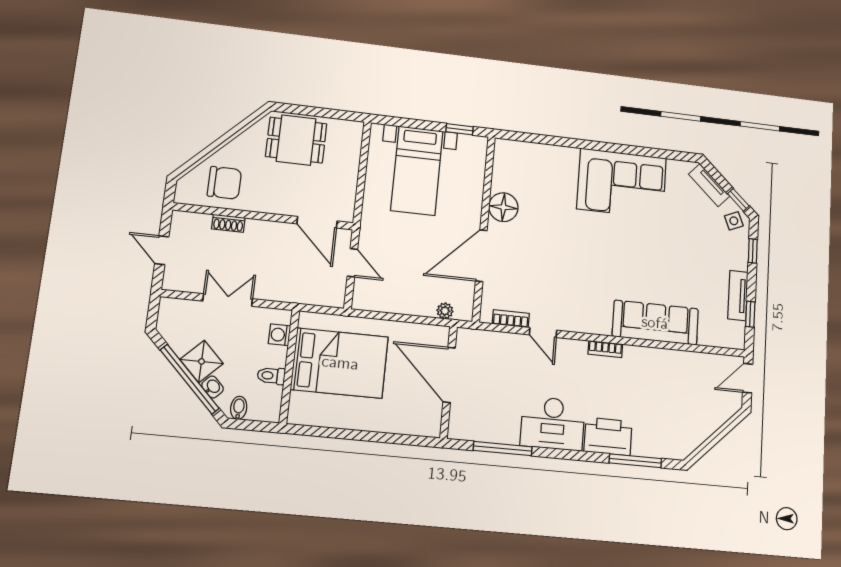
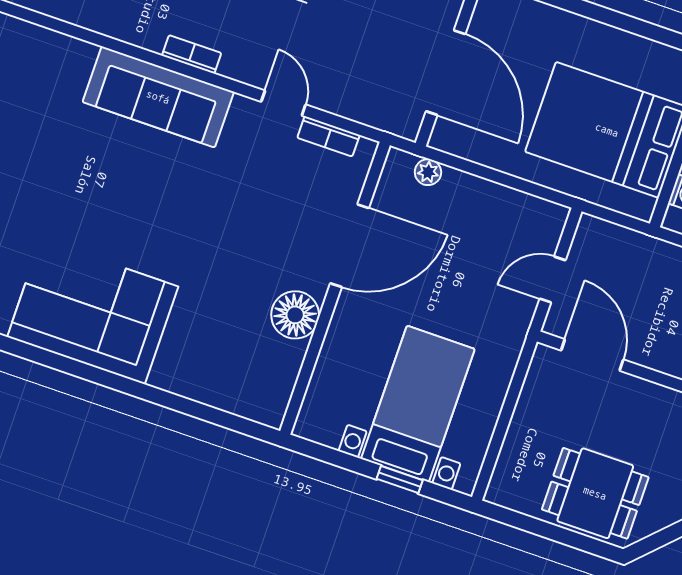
window: (460, 129) -> (400, 480), moved
door: (352, 263) -> (553, 280), hinge flipped
sofa: (655, 323) -> (158, 97), moved

